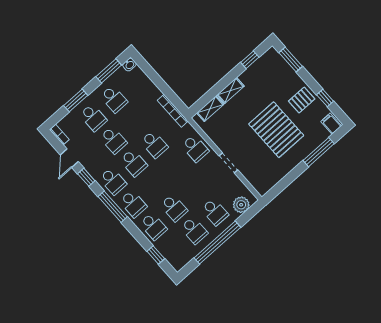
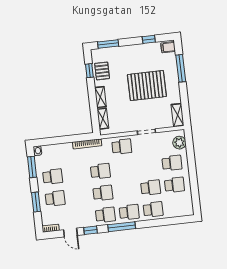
pallet: (302, 100) -> (102, 71), moved
school desk: (113, 140) -> (79, 196), removed
shelving: (268, 183) -> (178, 115), added
window: (217, 243) -> (193, 175), removed
window: (156, 255) -> (173, 221), removed

